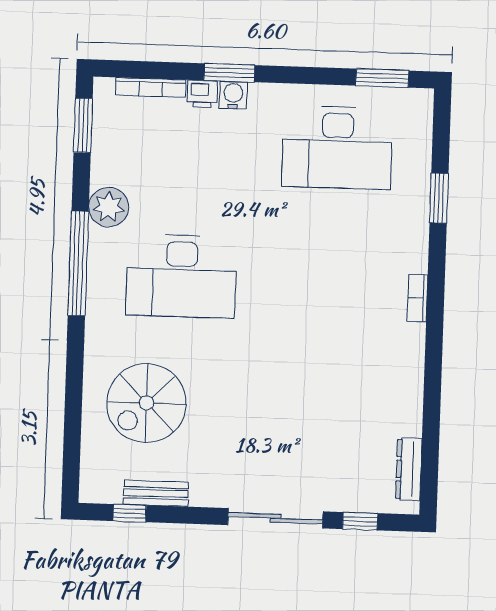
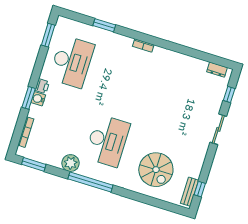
printer: (202, 94) -> (42, 86), moved
dresser: (409, 469) -> (217, 70), width x0.70
bench: (156, 493) -> (189, 192), moved
sliding door: (275, 518) -> (218, 129), width x0.73

